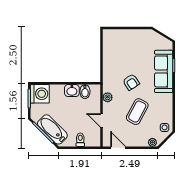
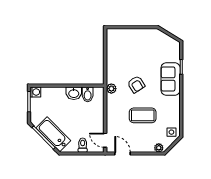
sofa: (164, 71) -> (171, 79), width x0.73
washing machine: (40, 94) -> (35, 92), width x0.53, depth x0.53
plant: (108, 97) -> (111, 89), moved
coffee table: (137, 112) -> (143, 115), turned 62
door: (102, 120) -> (105, 140), moved

